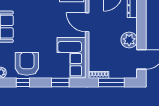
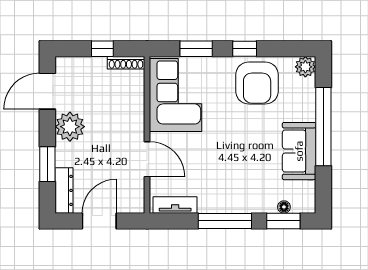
window: (141, 19) -> (47, 164), added
window: (23, 83) -> (245, 49), moved
window: (111, 83) -> (102, 49), width x0.46

